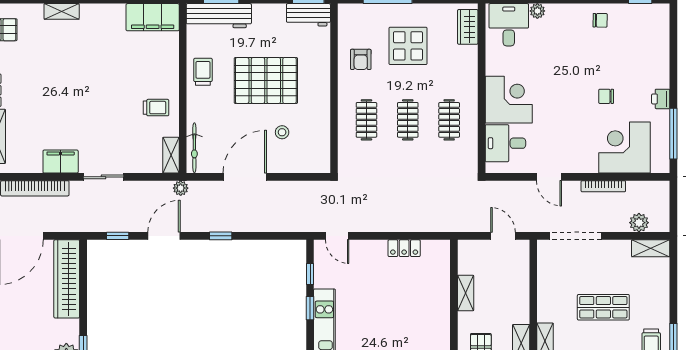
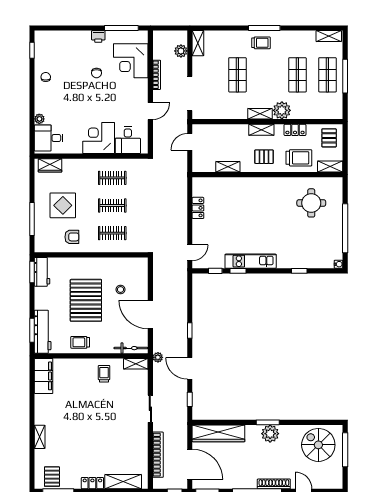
filing cabinet: (61, 162) -> (140, 437), removed

